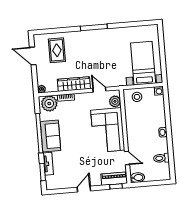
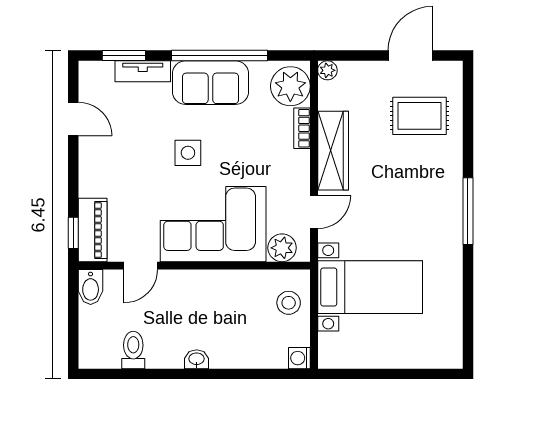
bed with nightstands: (143, 63) -> (370, 287), moved
side table: (80, 143) -> (188, 153), added
door: (84, 189) -> (73, 119), moved

